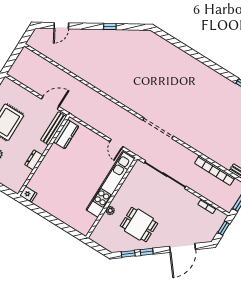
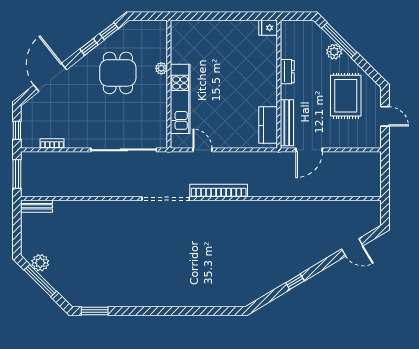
door: (61, 26) -> (352, 247), swing flipped
bookcase: (215, 170) -> (219, 191), moved
kitchen unit: (110, 184) -> (180, 99), width x0.73
dining table: (139, 225) -> (118, 73), turned 90

